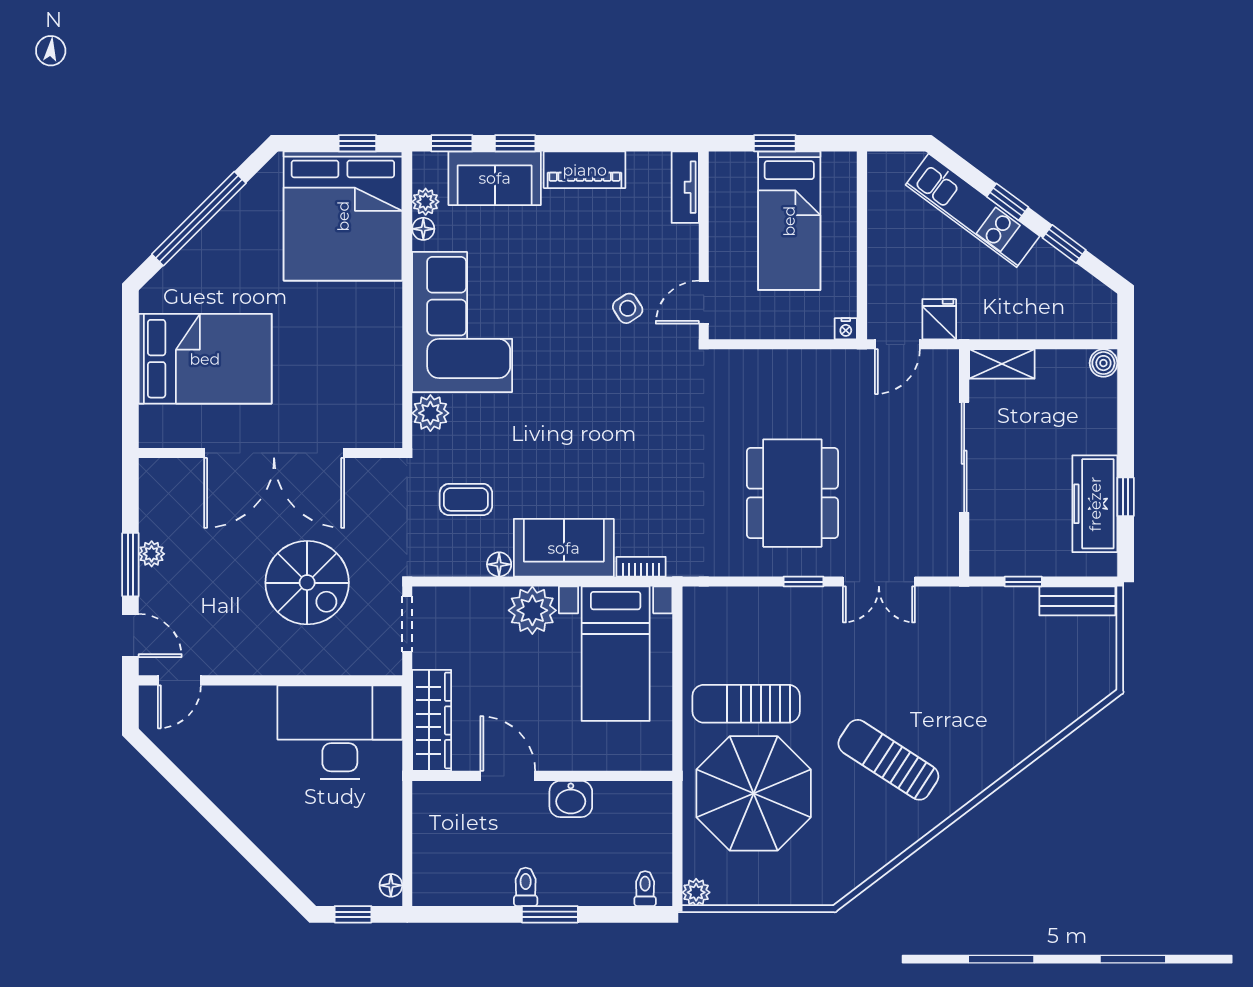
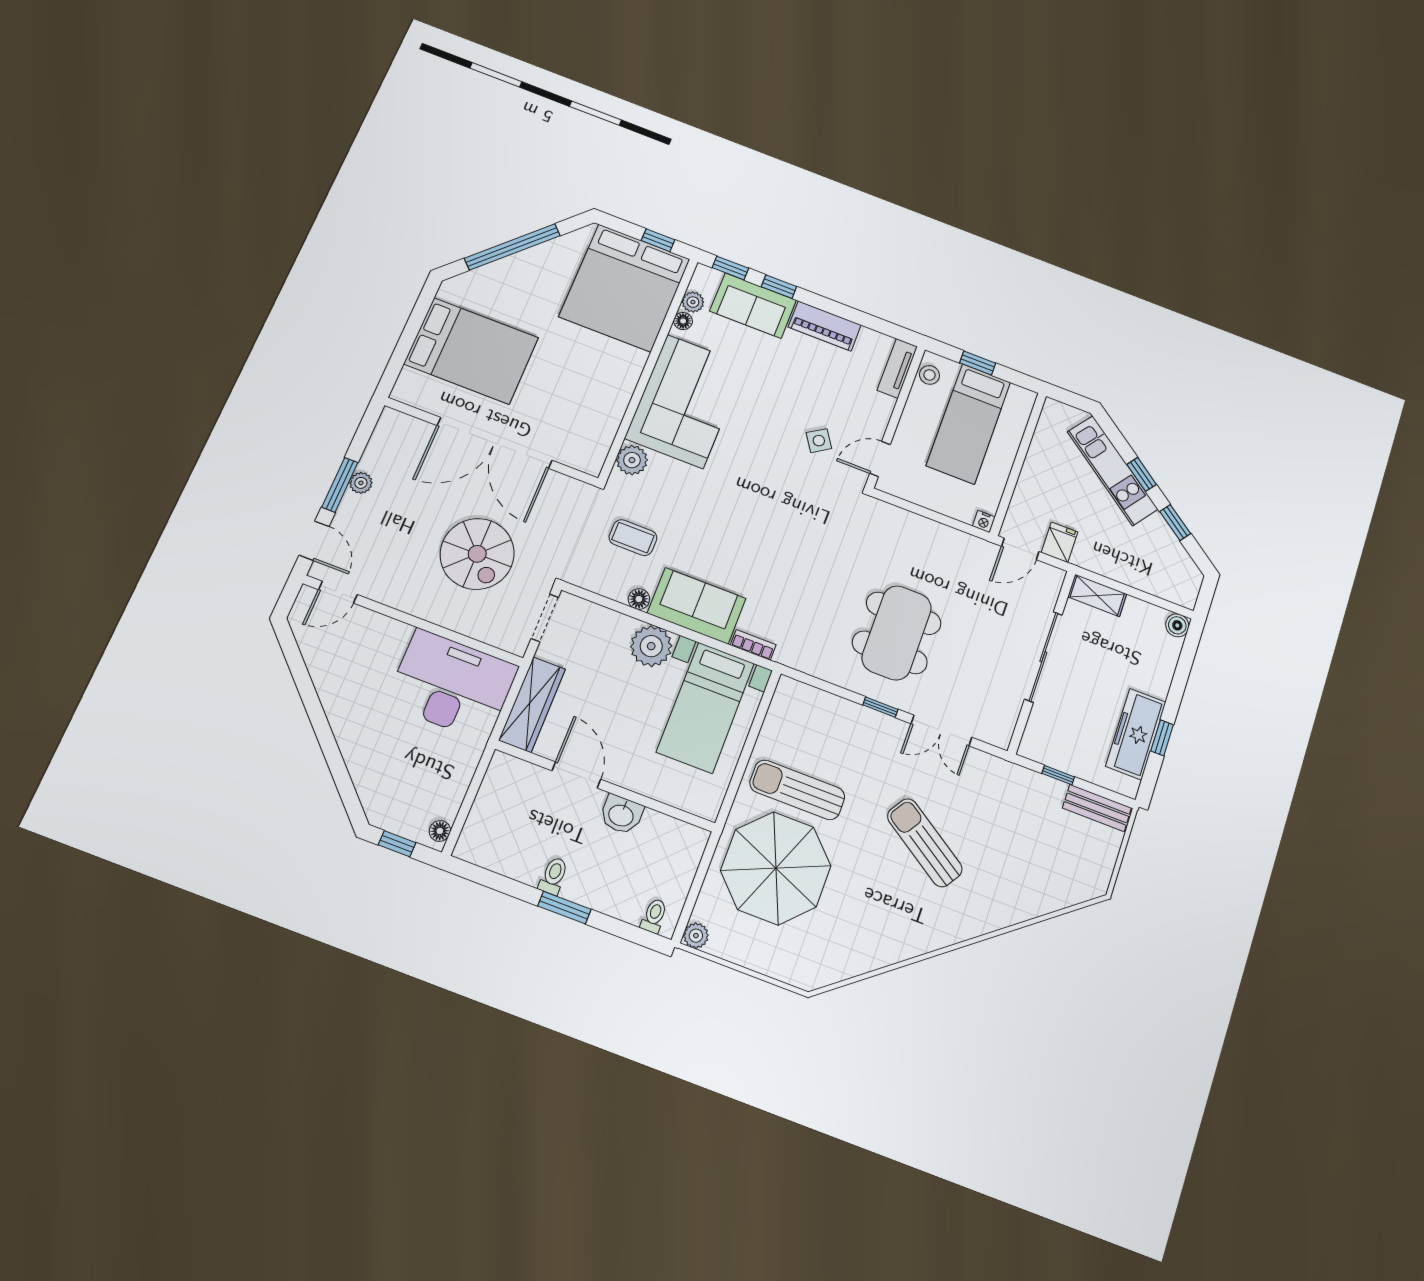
stool: (725, 180) -> (929, 375), added
sun lounger: (888, 760) -> (925, 843), moved

